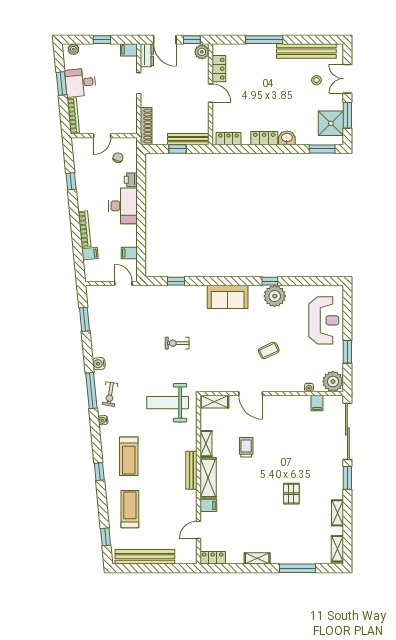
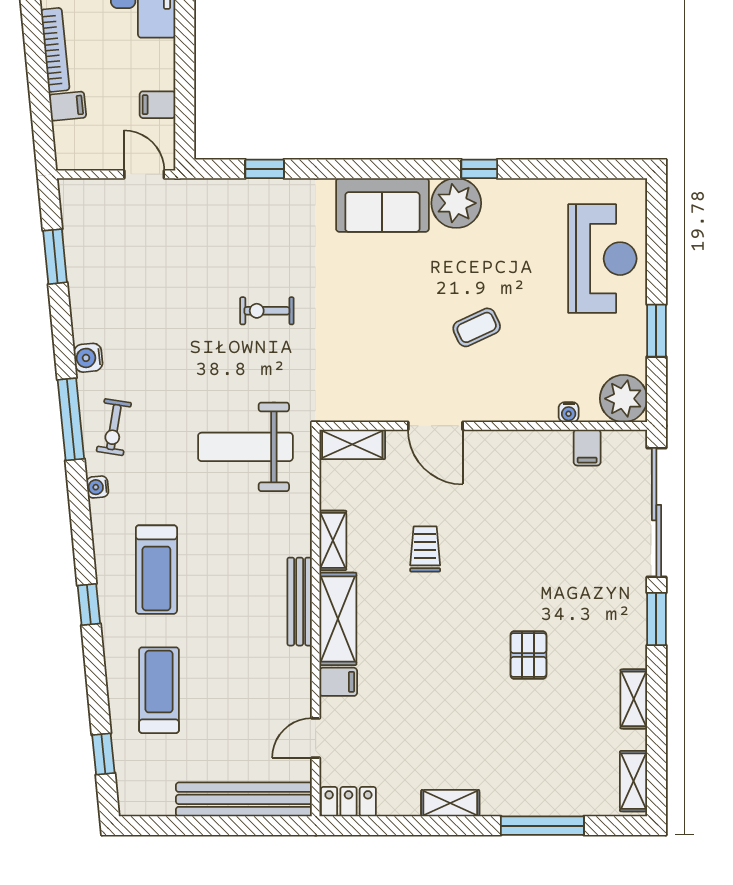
plant: (275, 296) -> (456, 203), moved
bench: (145, 557) -> (244, 799), moved

